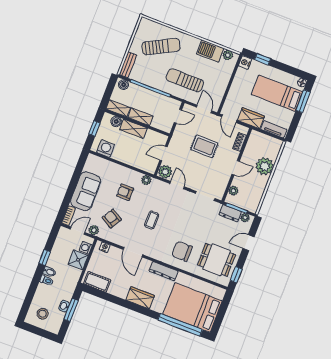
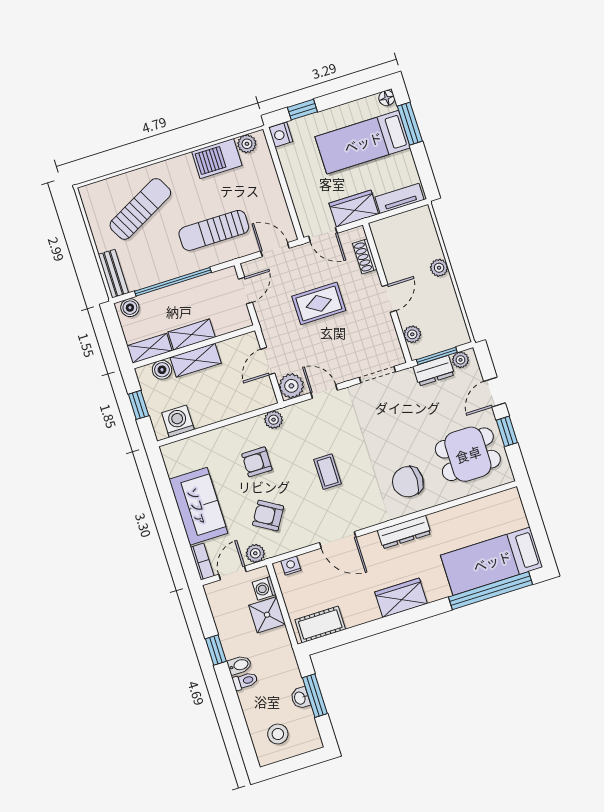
plant: (265, 166) -> (439, 268), width x0.53, depth x0.53
window: (236, 275) -> (507, 431), moved
bed: (193, 307) -> (492, 561), width x0.67

